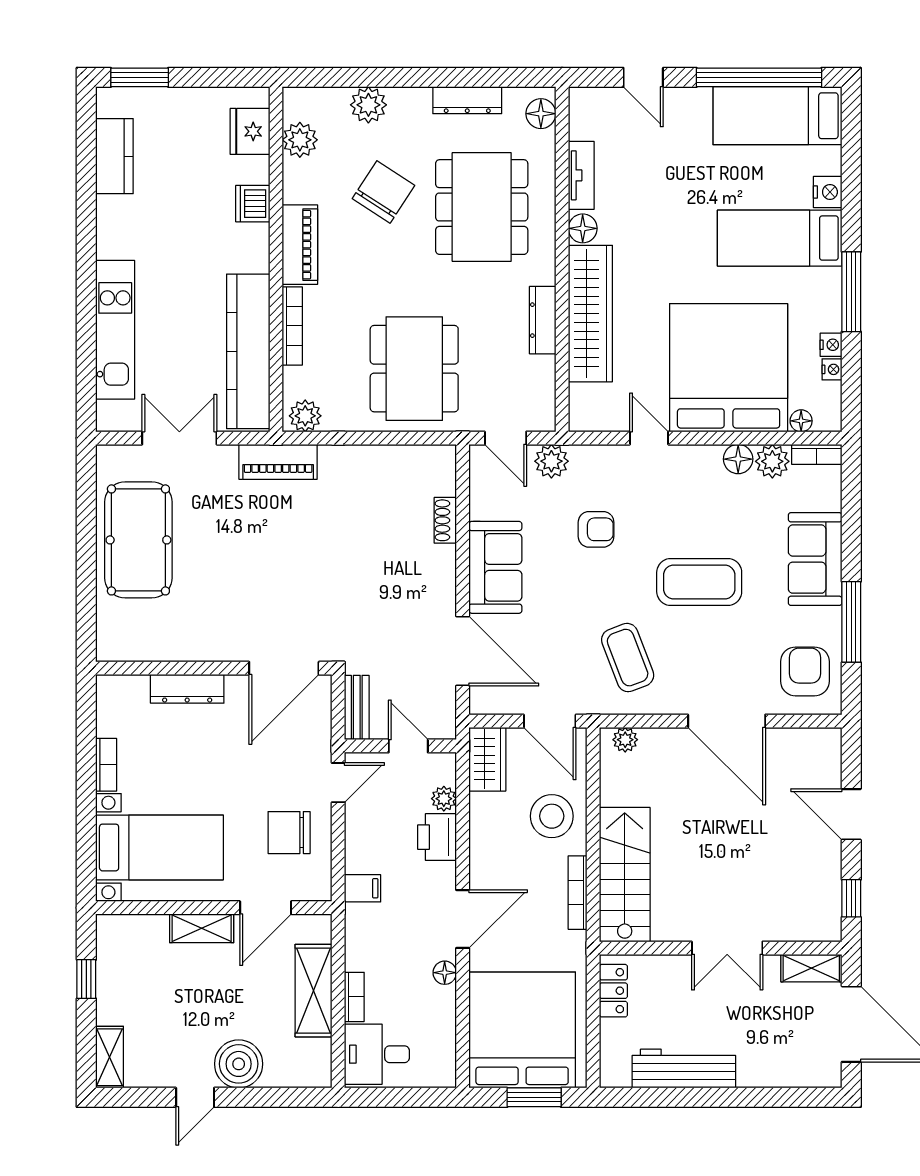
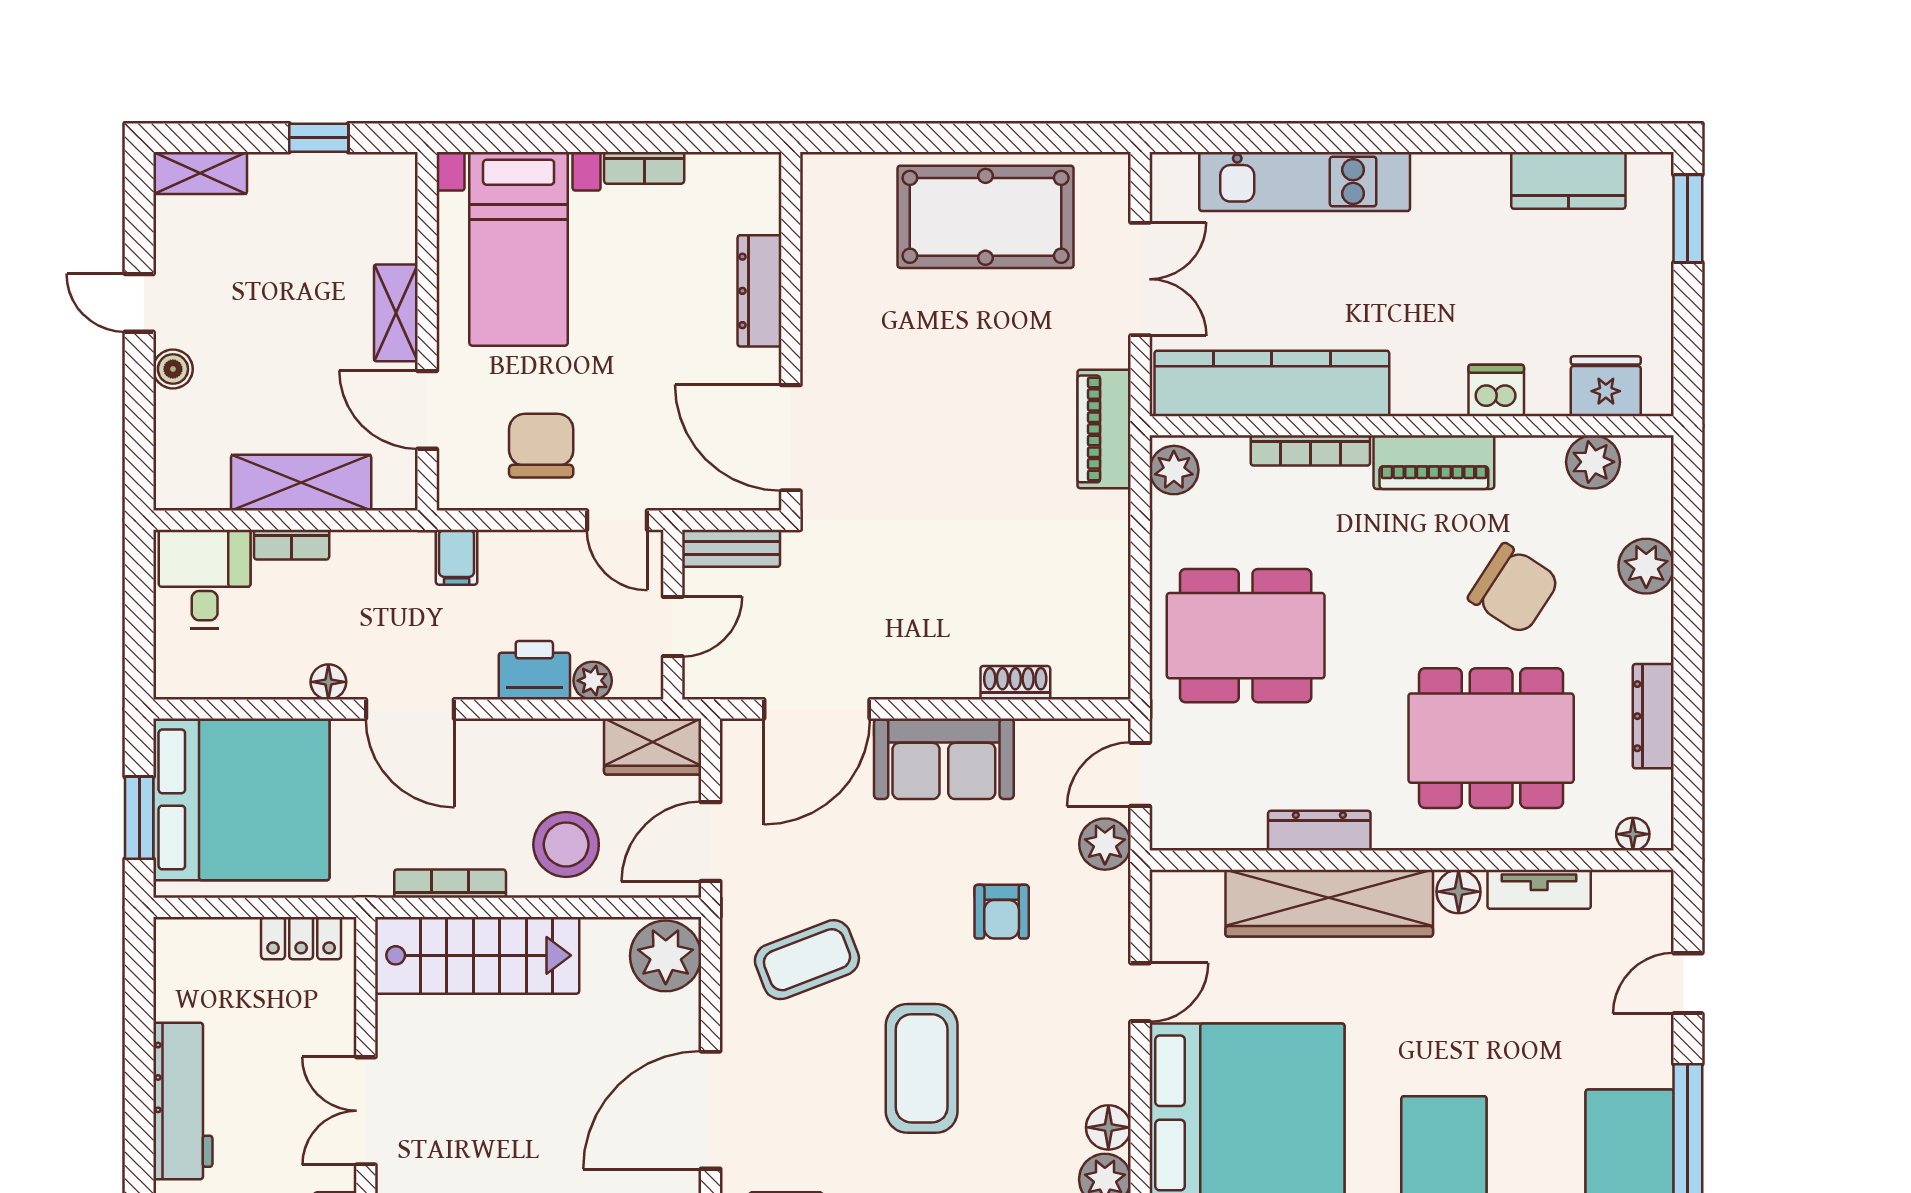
floor lamp: (541, 114) -> (1633, 834), width x0.73, depth x0.73
plant: (625, 740) -> (666, 956), width x1.87, depth x1.87
boiler: (239, 1064) -> (173, 369), width x0.54, depth x0.54
workbench: (684, 1069) -> (183, 1101), moved

